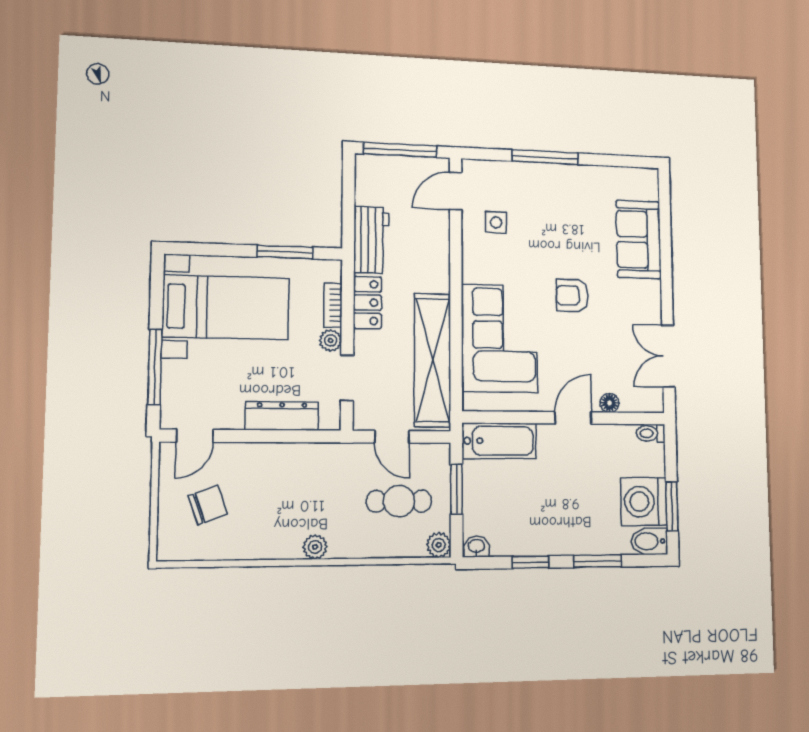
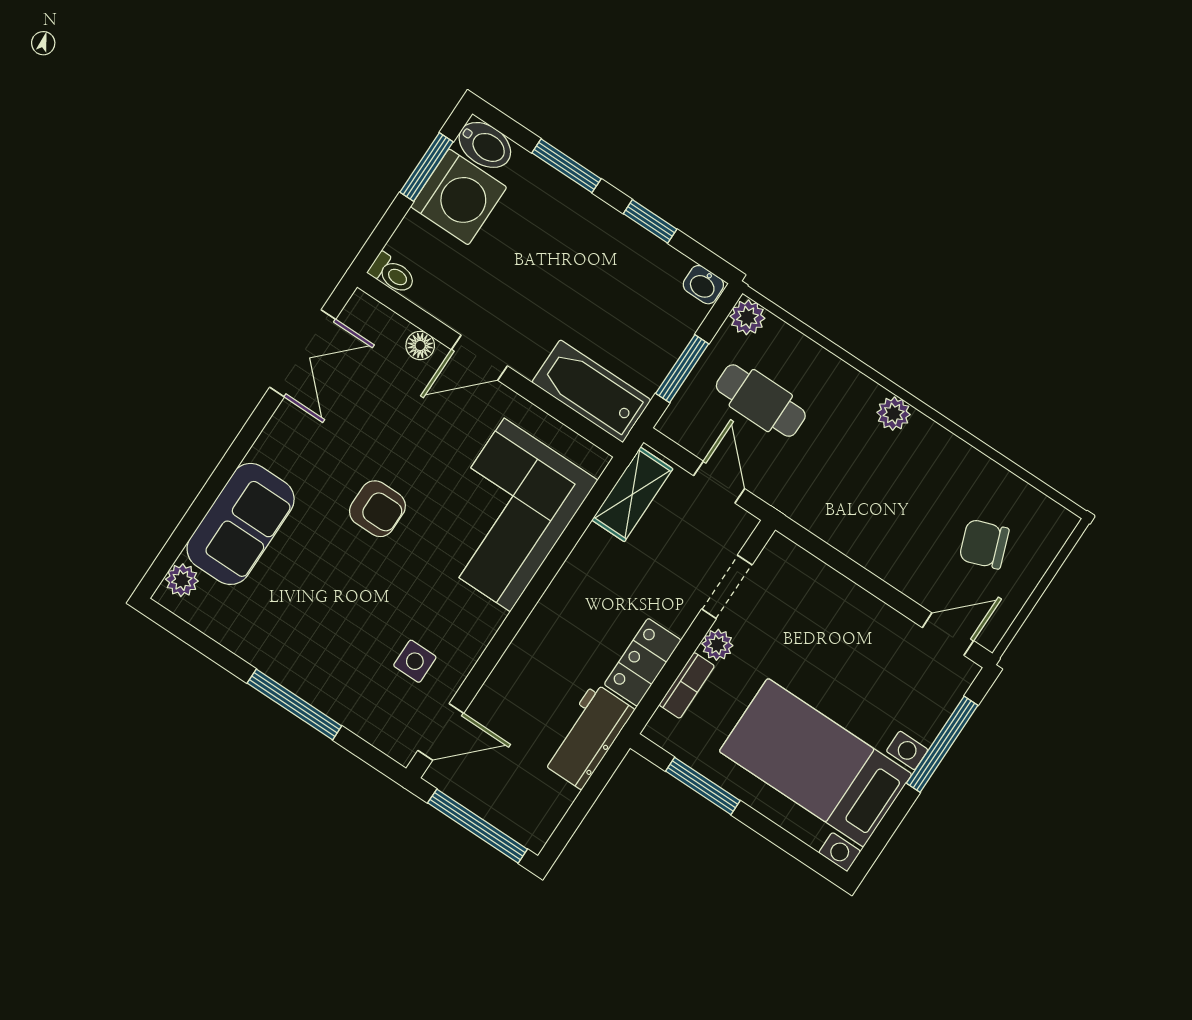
plant: (649, 189) -> (182, 580), added
shelving: (433, 360) -> (632, 494), width x0.45, depth x0.75
dresser: (282, 416) -> (833, 592), removed

